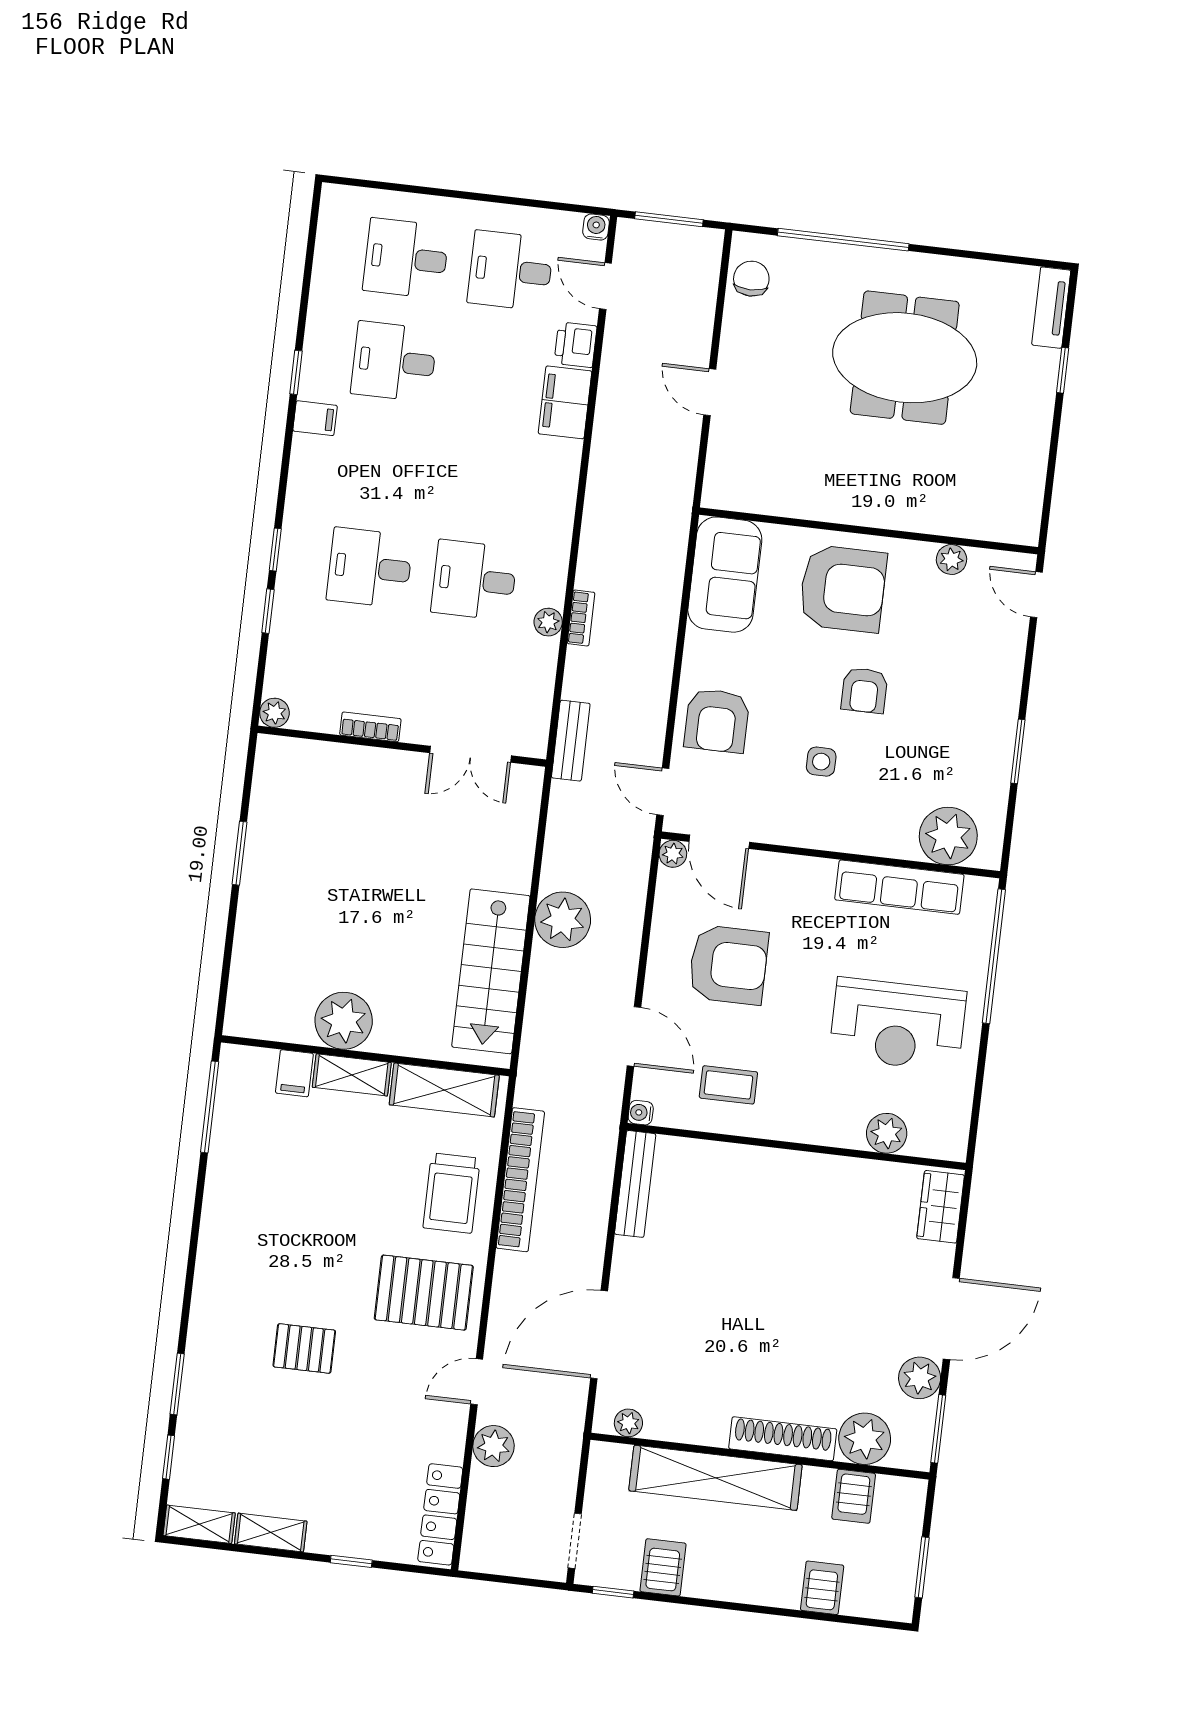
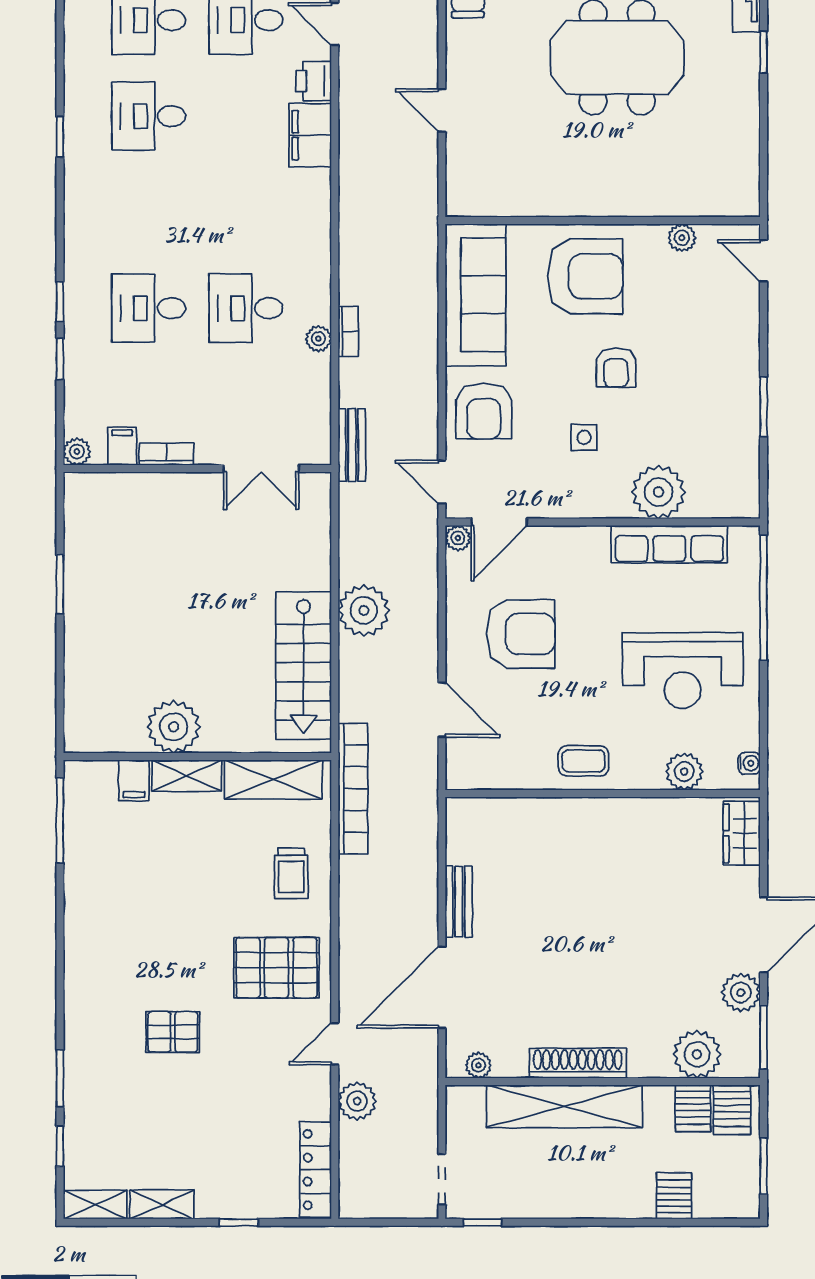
filing cabinet: (315, 418) -> (122, 446), moved, turned -90
sofa: (725, 575) -> (475, 295), width x1.36
plant: (948, 836) -> (658, 492), moved
door: (719, 842) -> (499, 522), hinge flipped
coffee table: (728, 1085) -> (584, 761), moved
water cooler: (641, 1113) -> (749, 763), moved, turned 180
bookcase: (520, 1180) -> (353, 789), moved
bench: (635, 1184) -> (459, 902), moved, width x0.73
trolley: (452, 1193) -> (291, 873), width x0.73, depth x0.72
shoe rack: (783, 1439) -> (578, 1063), moved
server rack: (663, 1567) -> (732, 1110), moved, turned 180

